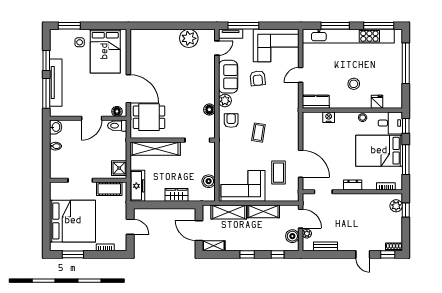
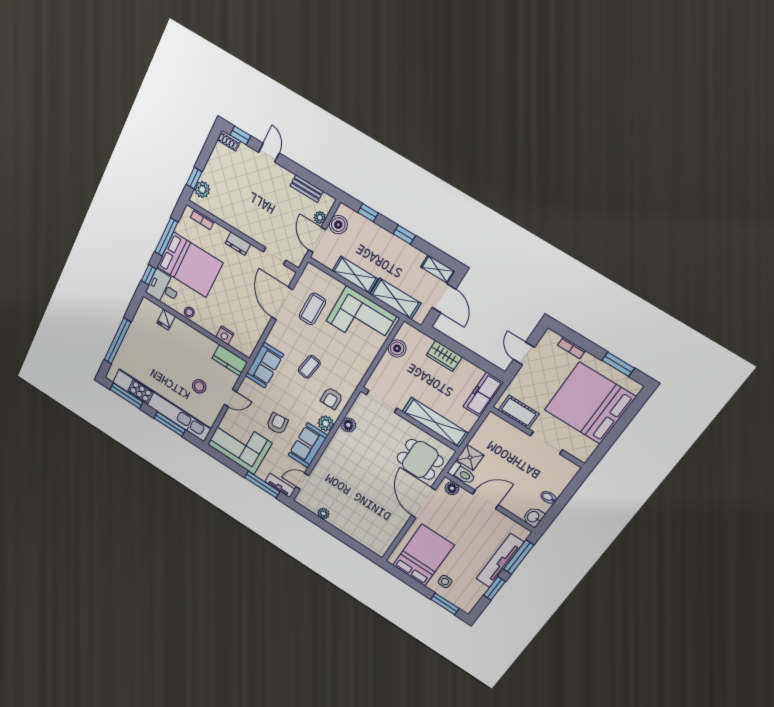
plant: (189, 38) -> (323, 513), width x0.53, depth x0.53
stool: (354, 84) -> (199, 386), moved
sofa: (290, 114) -> (264, 365), added
shower: (119, 168) -> (470, 457), moved

